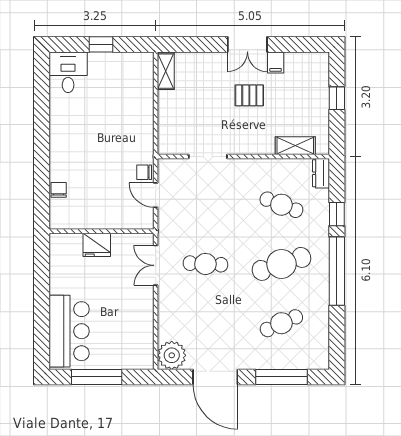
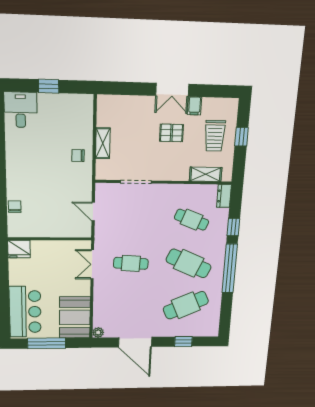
shelving: (166, 71) -> (103, 143), moved
trolley: (303, 98) -> (215, 136), added
chair: (144, 172) -> (78, 156), moved
fridge: (97, 245) -> (19, 249), moved
cafe table: (281, 264) -> (189, 263), turned 42
cafe table: (281, 323) -> (186, 305), width x1.37, depth x1.35
booth: (134, 340) -> (75, 317), added
plant: (172, 355) -> (98, 332), width x0.53, depth x0.53
window: (281, 377) -> (183, 342), width x0.46

